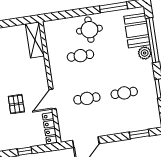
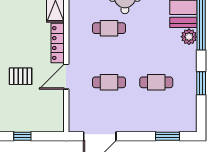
pallet: (16, 104) -> (21, 76), turned 90
locker: (50, 128) -> (58, 43), moved

